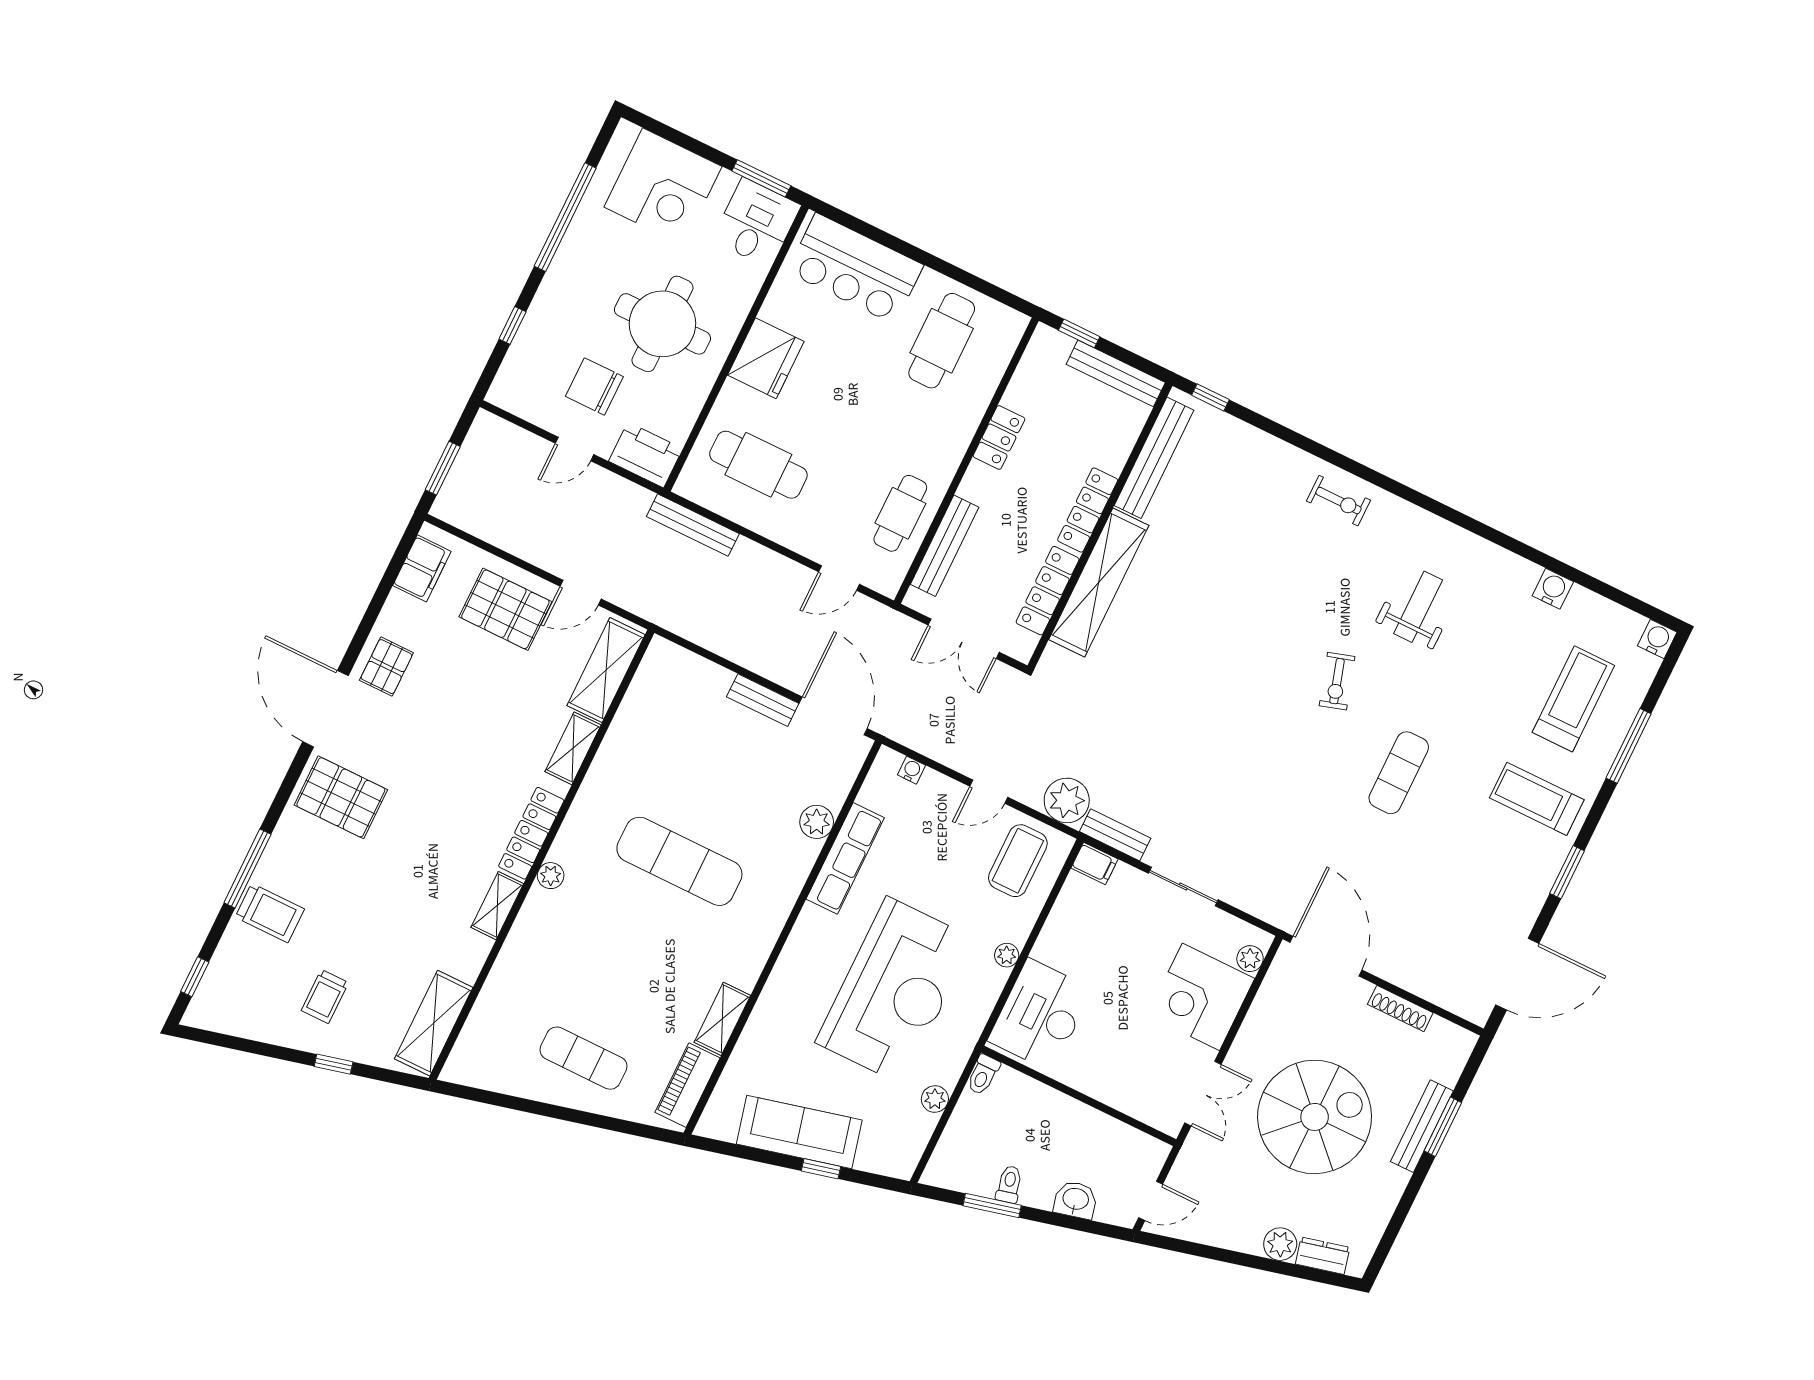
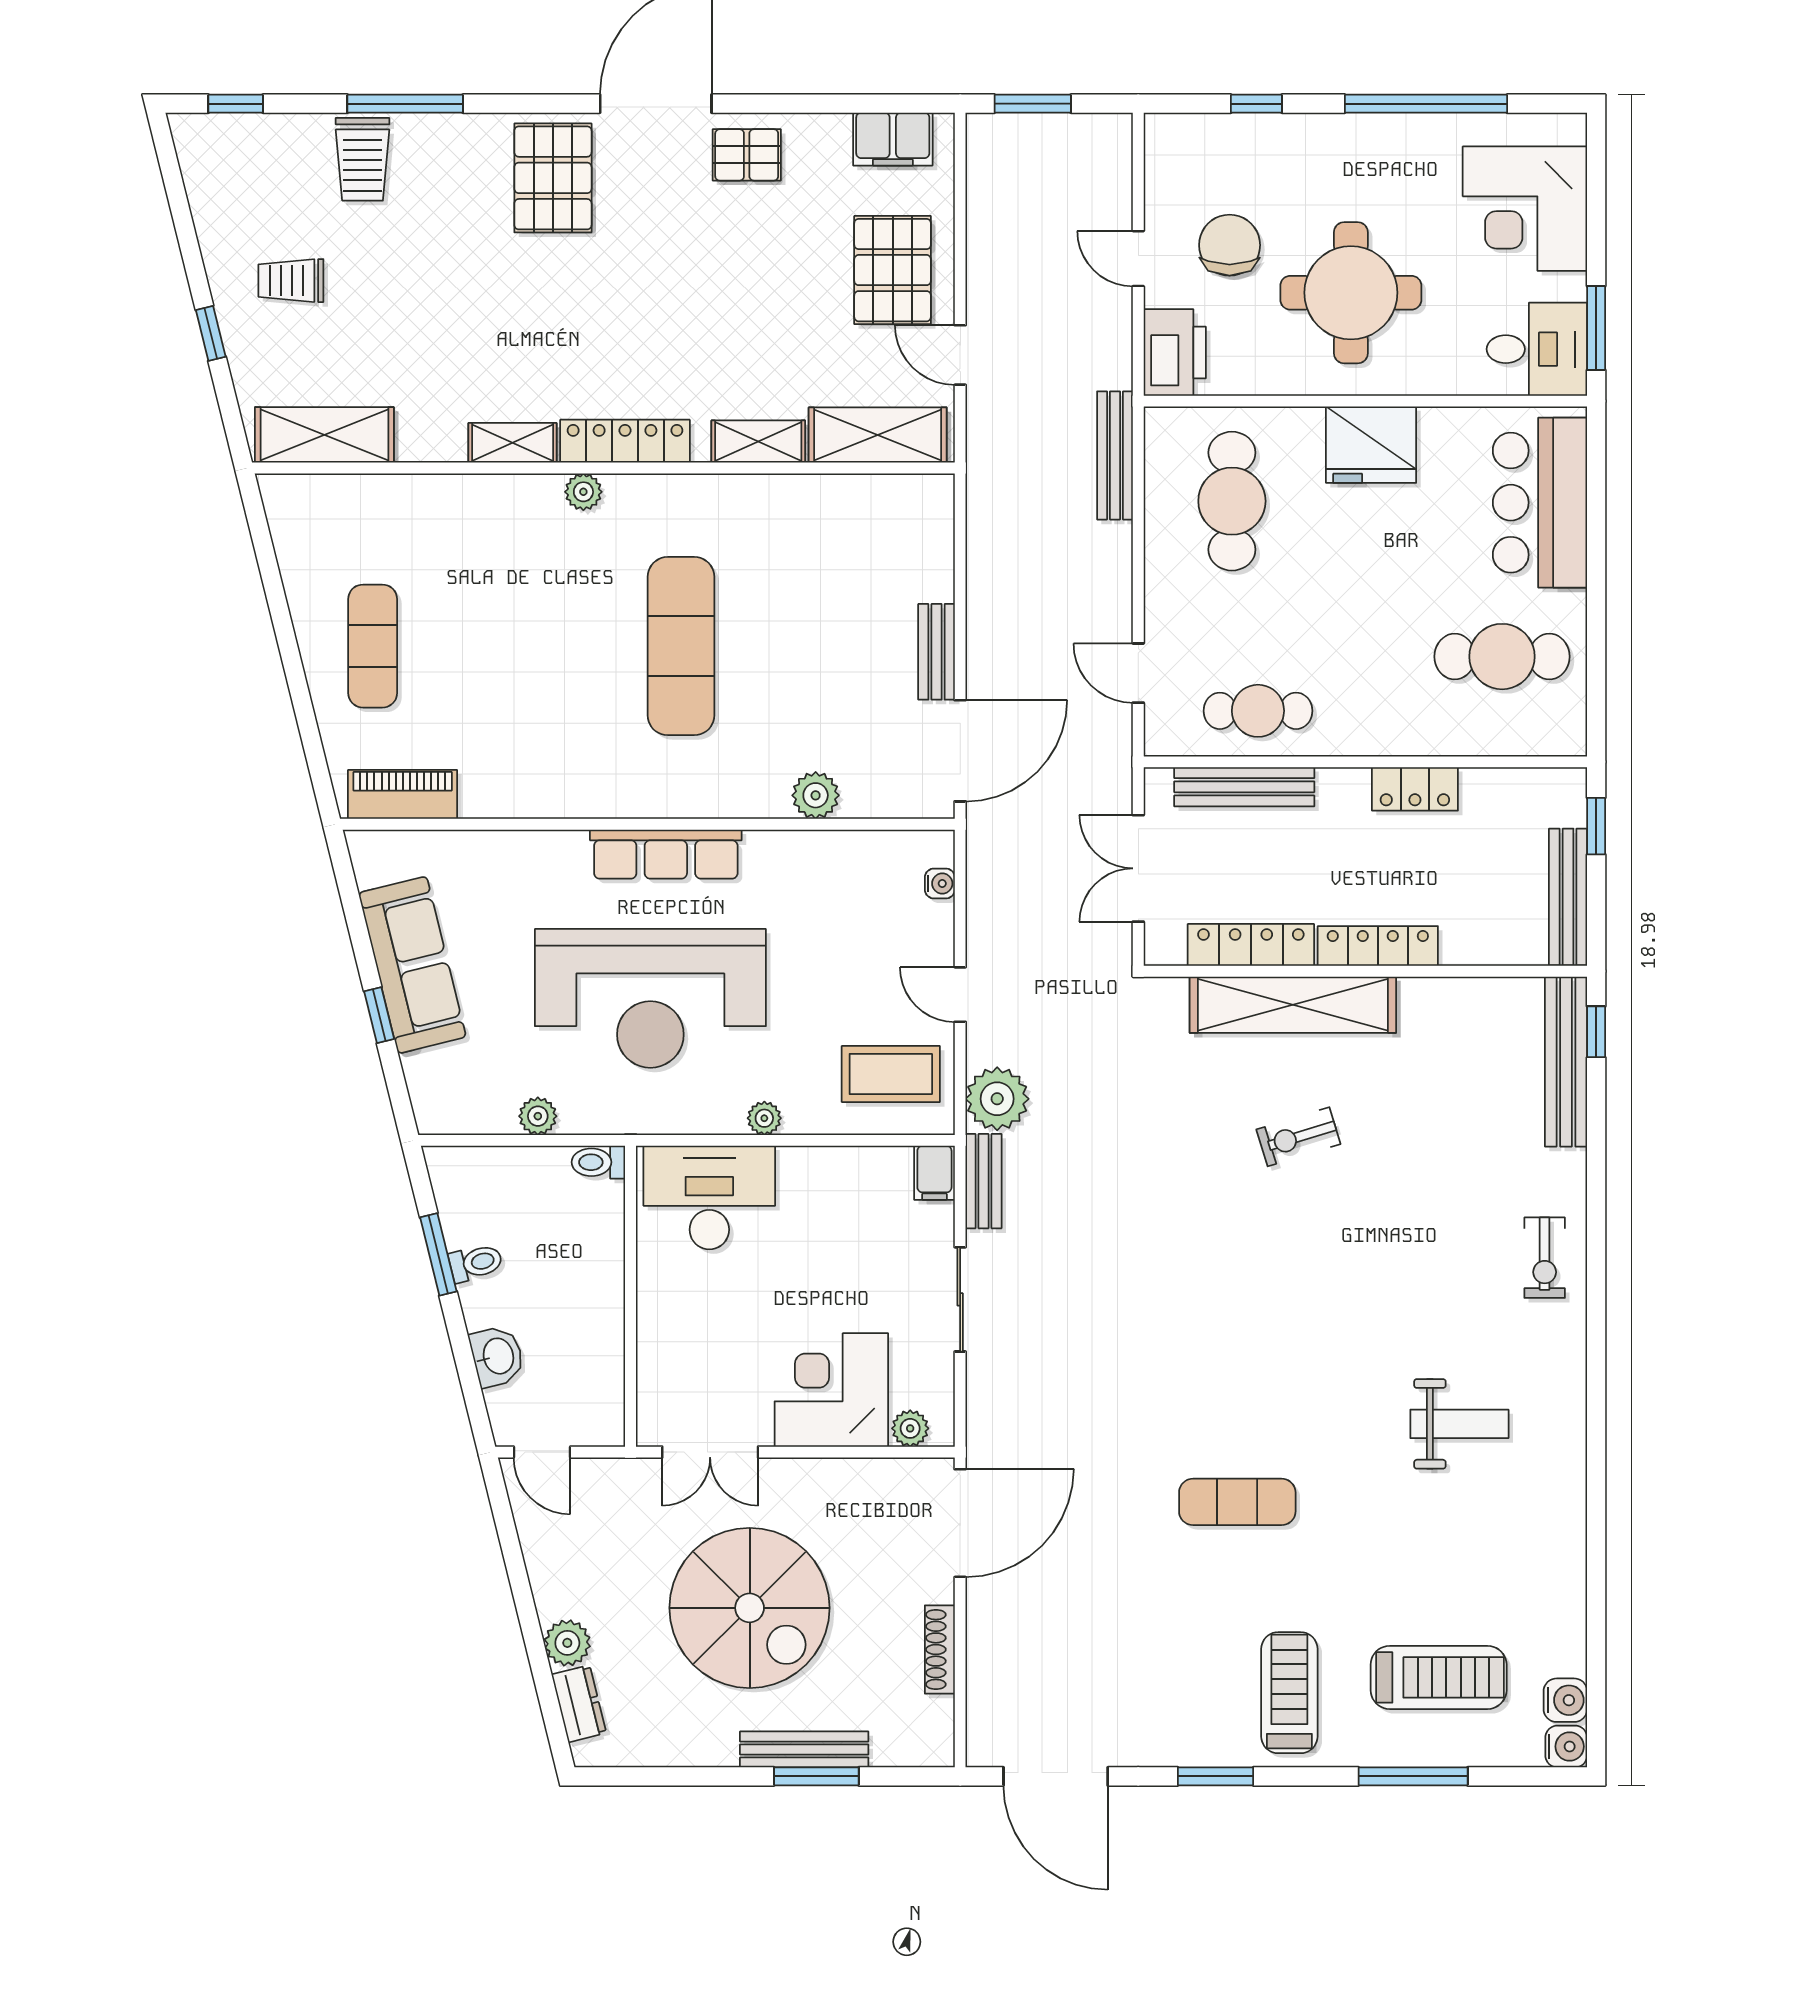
bench: (1154, 458) -> (1566, 1062), moved, turned 90
water cooler: (1553, 589) -> (1565, 1700), moved
exercise bike: (1337, 681) -> (1298, 1137), moved
row of seats: (845, 858) -> (666, 854), moved
shelving: (722, 1019) -> (508, 798), removed

